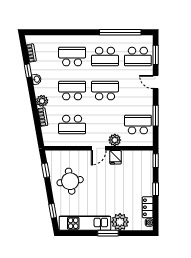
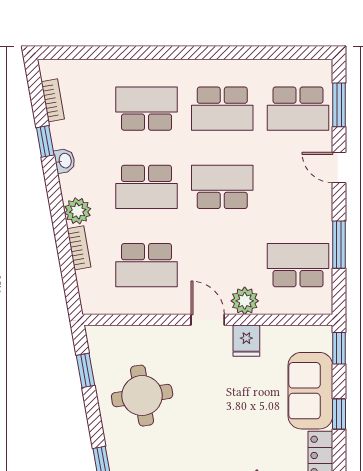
window: (120, 32) -> (257, 53), removed
school desk: (72, 91) -> (146, 187), turned 180
door: (99, 148) -> (208, 320), swing flipped
sofa: (143, 179) -> (310, 391), added

